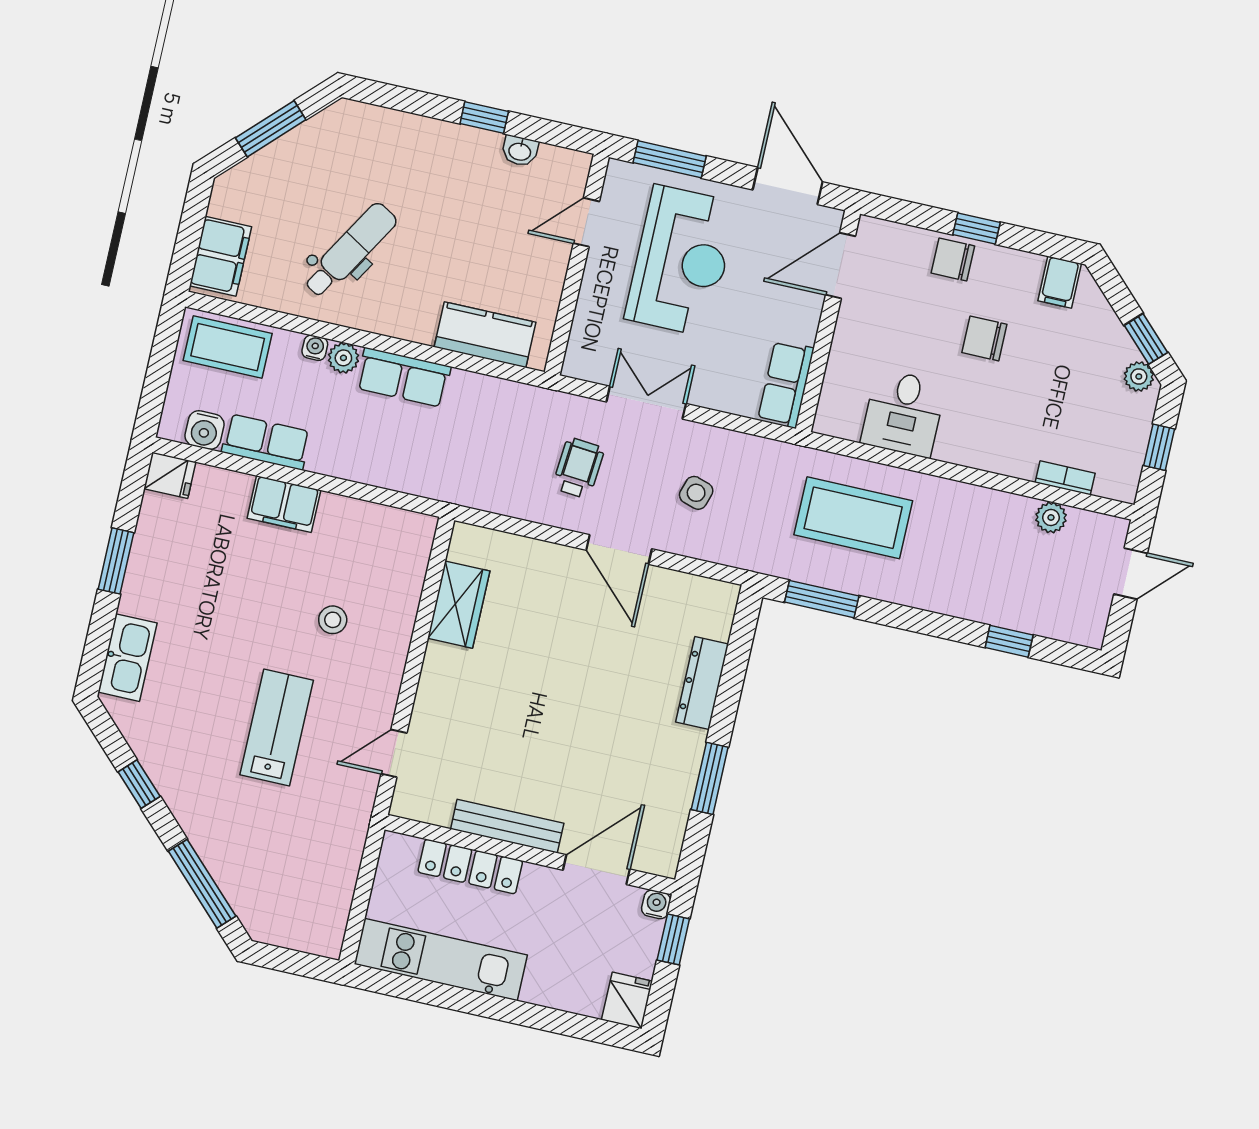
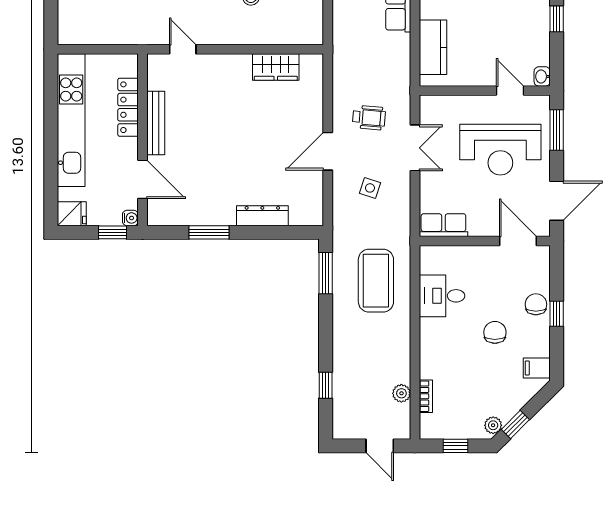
washbasin: (520, 151) -> (542, 76), moved
kitchen unit: (441, 960) -> (71, 120), width x1.36

